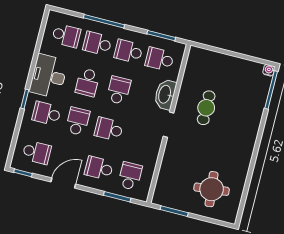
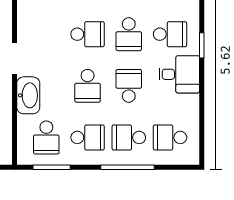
school desk: (97, 43) -> (129, 137), turned 180
school desk: (160, 59) -> (46, 137), turned 90
desk: (49, 76) -> (179, 74), width x0.73

